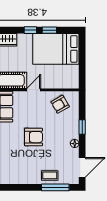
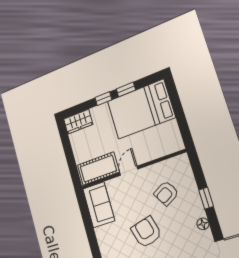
armchair: (60, 104) -> (166, 193), moved
armchair: (33, 137) -> (146, 232), turned -105

